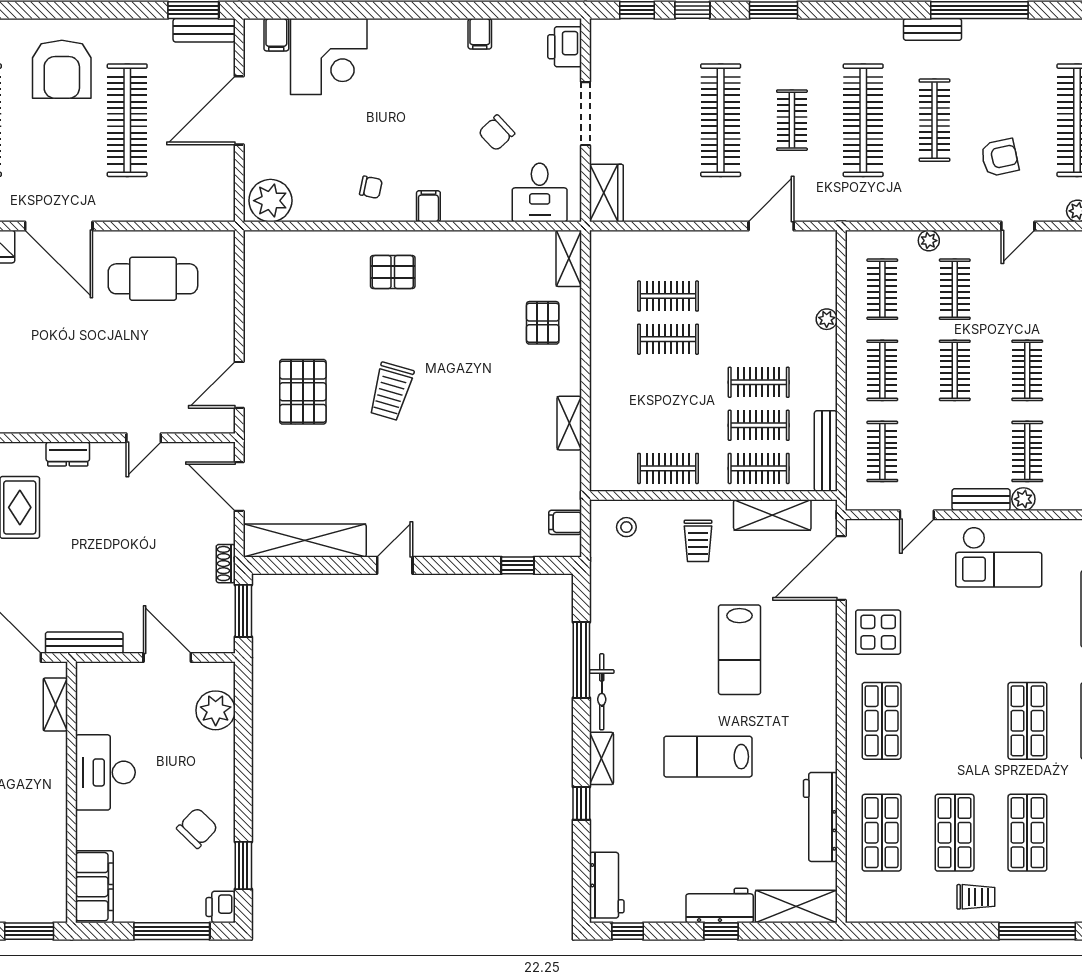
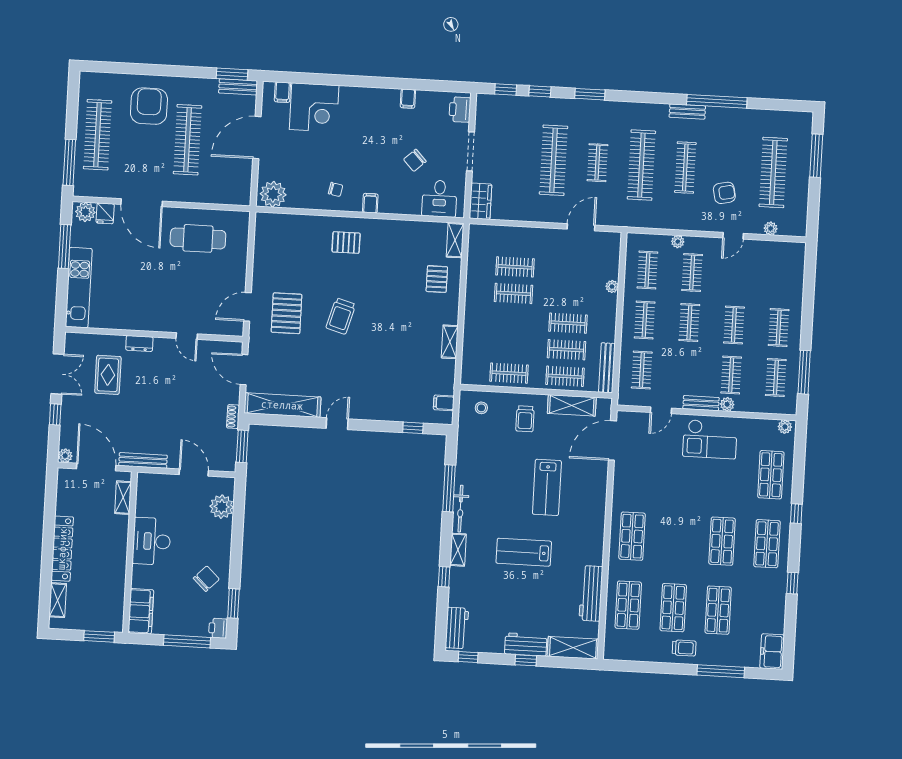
armchair: (62, 69) -> (149, 106), turned 180
door: (144, 438) -> (187, 336), hinge flipped
display table: (878, 632) -> (633, 481), removed

